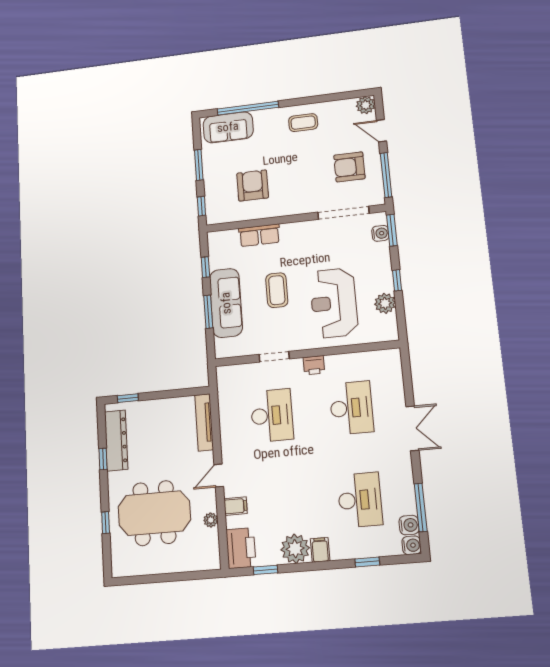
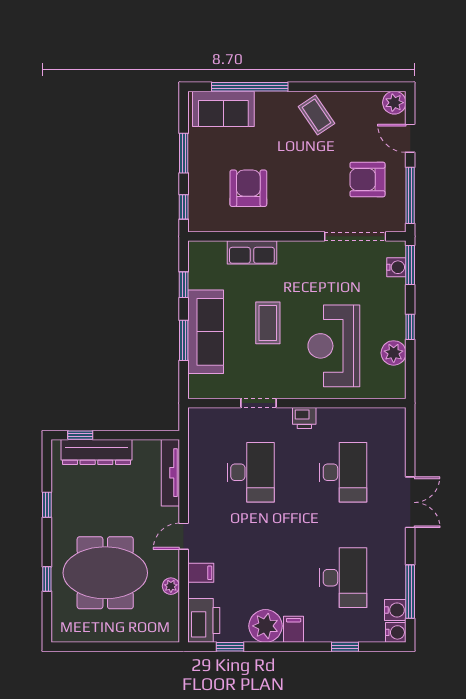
coffee table: (303, 123) -> (316, 115), turned 56
dresser: (116, 441) -> (96, 452), moved, turned 90

